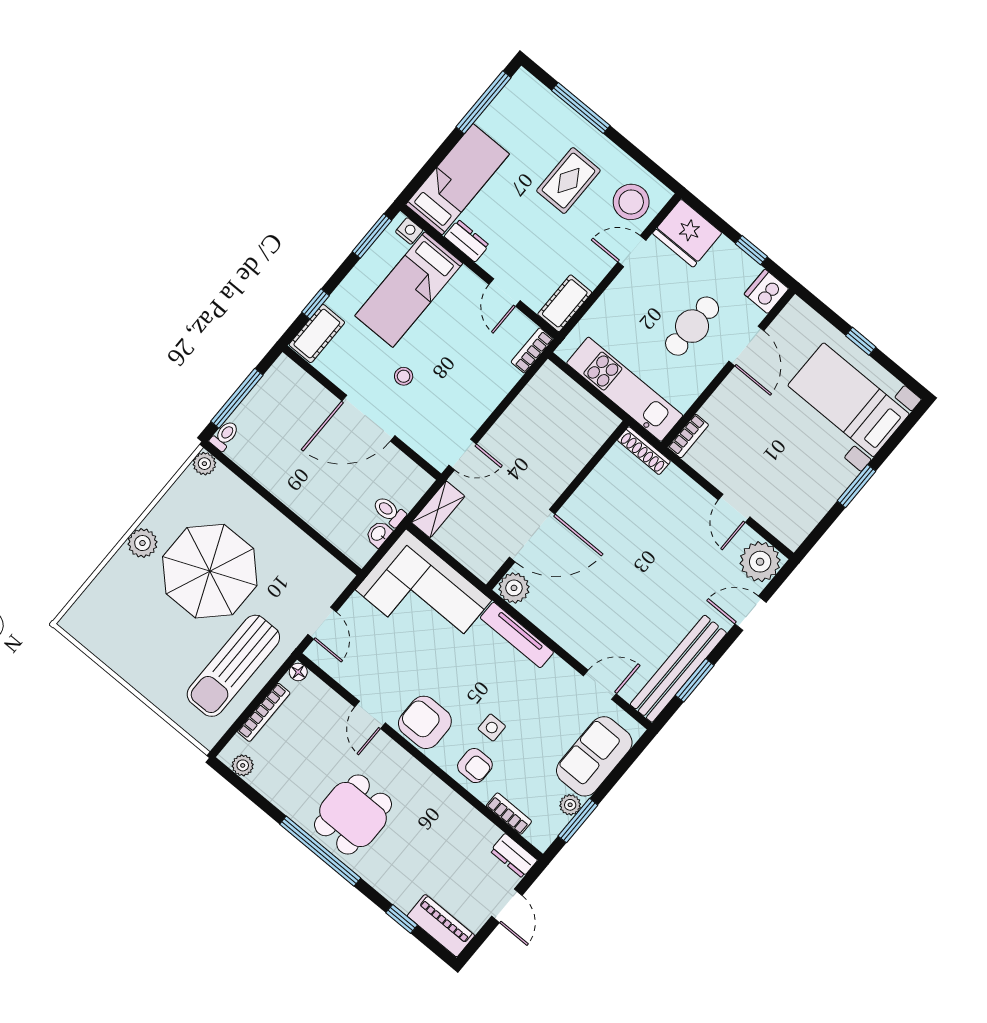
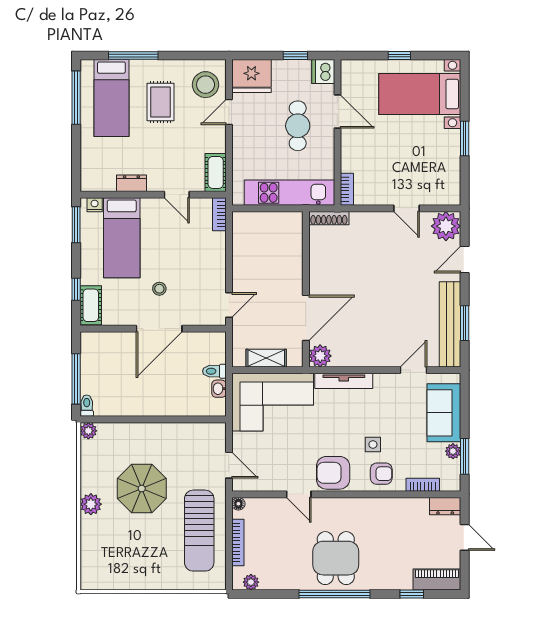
bed: (458, 179) -> (111, 98), moved, turned 180
shelving: (438, 509) -> (266, 358), moved, turned 90
parasol: (210, 571) -> (142, 489), width x0.73, depth x0.73

